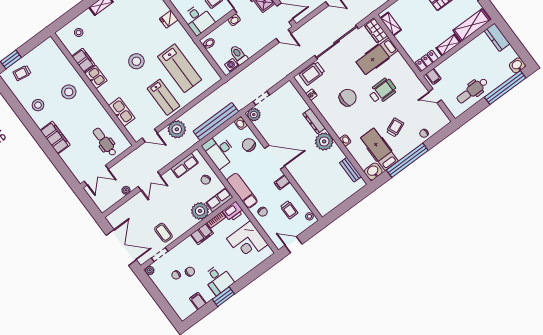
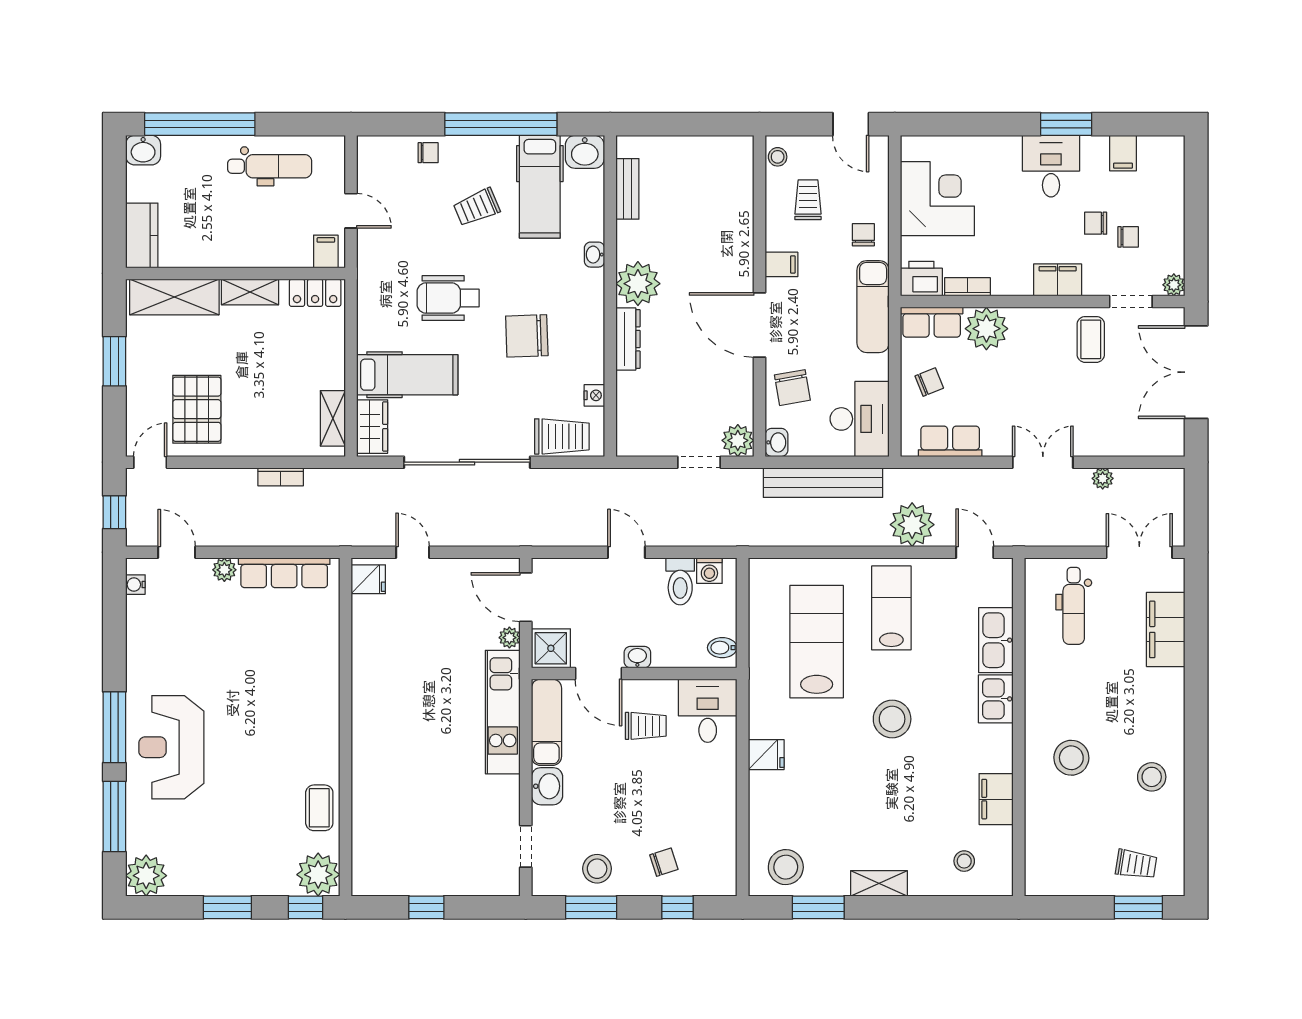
door: (284, 36) -> (626, 552), moved
kitchen sink: (96, 77) -> (996, 699), moved
filing cabinet: (55, 138) -> (1166, 629), moved
filing cabinet: (202, 234) -> (1058, 280), moved

